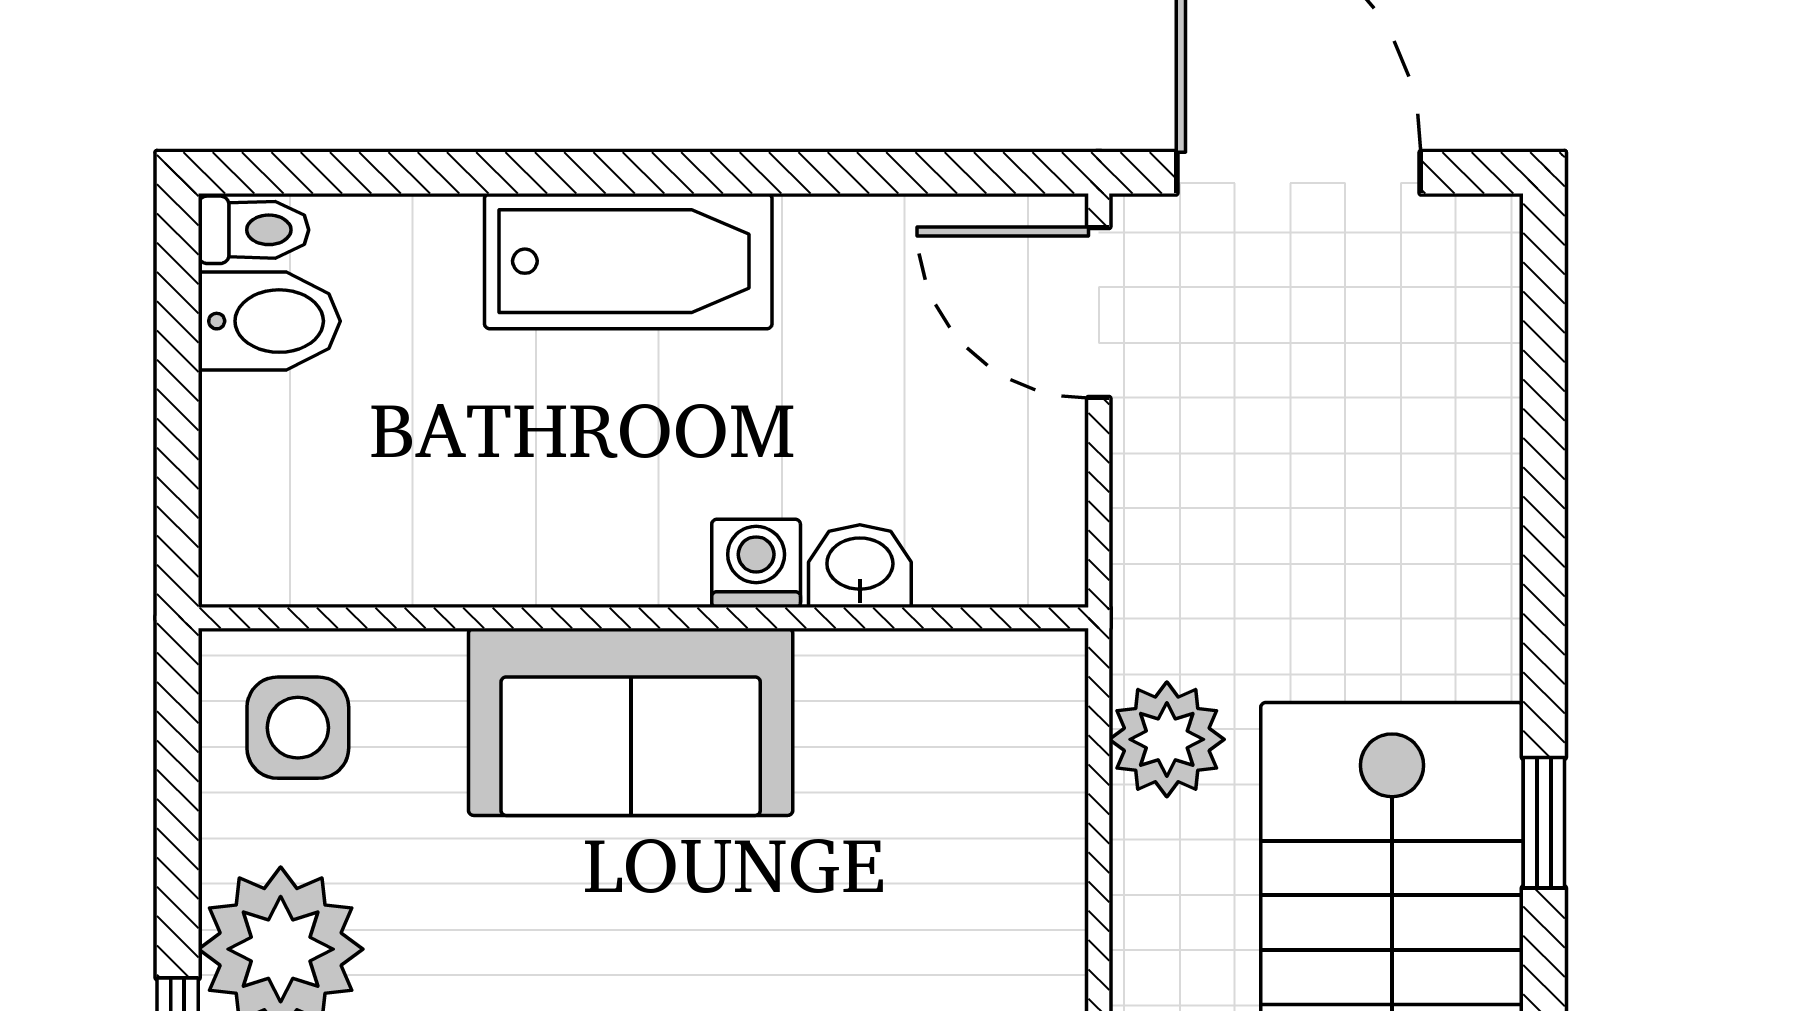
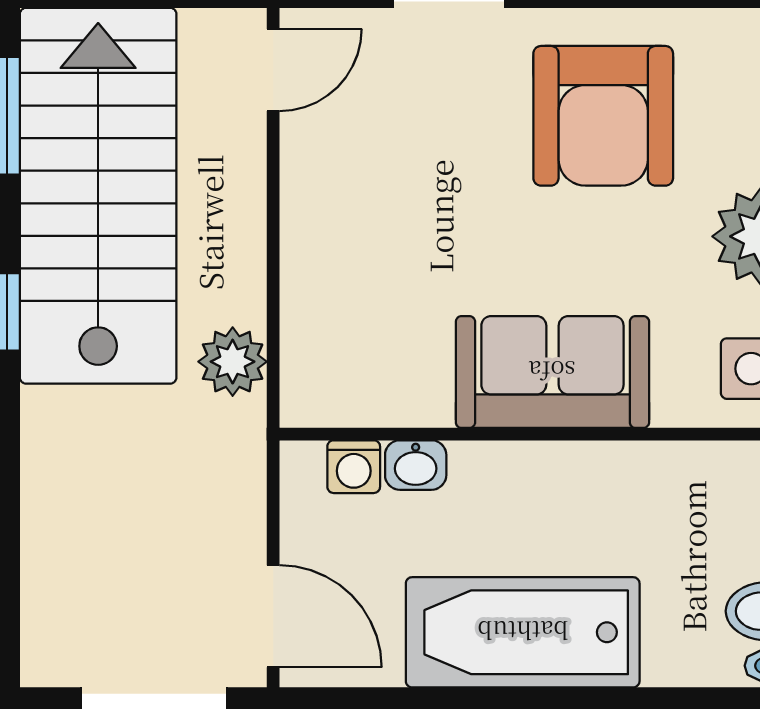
bathtub: (628, 261) -> (523, 632), width x1.36, depth x1.36
washing machine: (756, 563) -> (354, 467), moved

